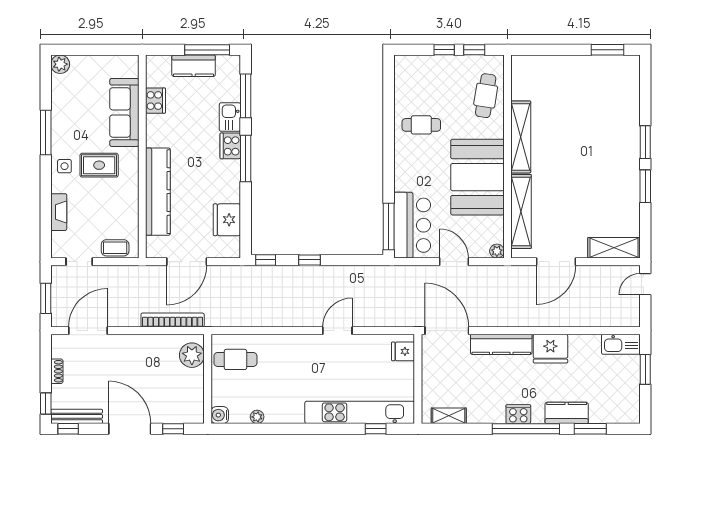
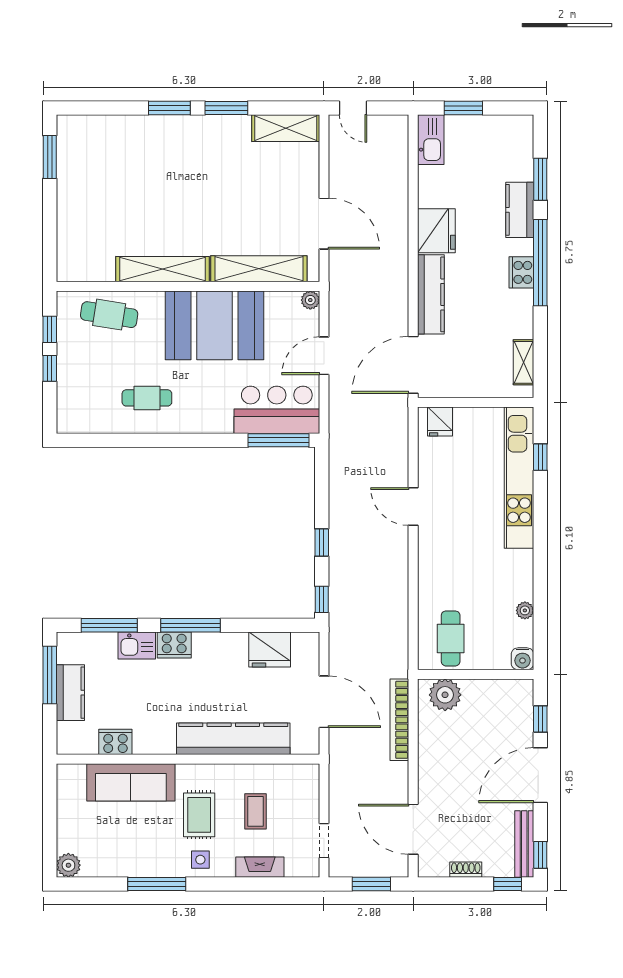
cafe table: (421, 125) -> (147, 398), turned 90
coffee table: (115, 248) -> (256, 811), moved
shelving: (614, 248) -> (286, 128), moved, turned 90

